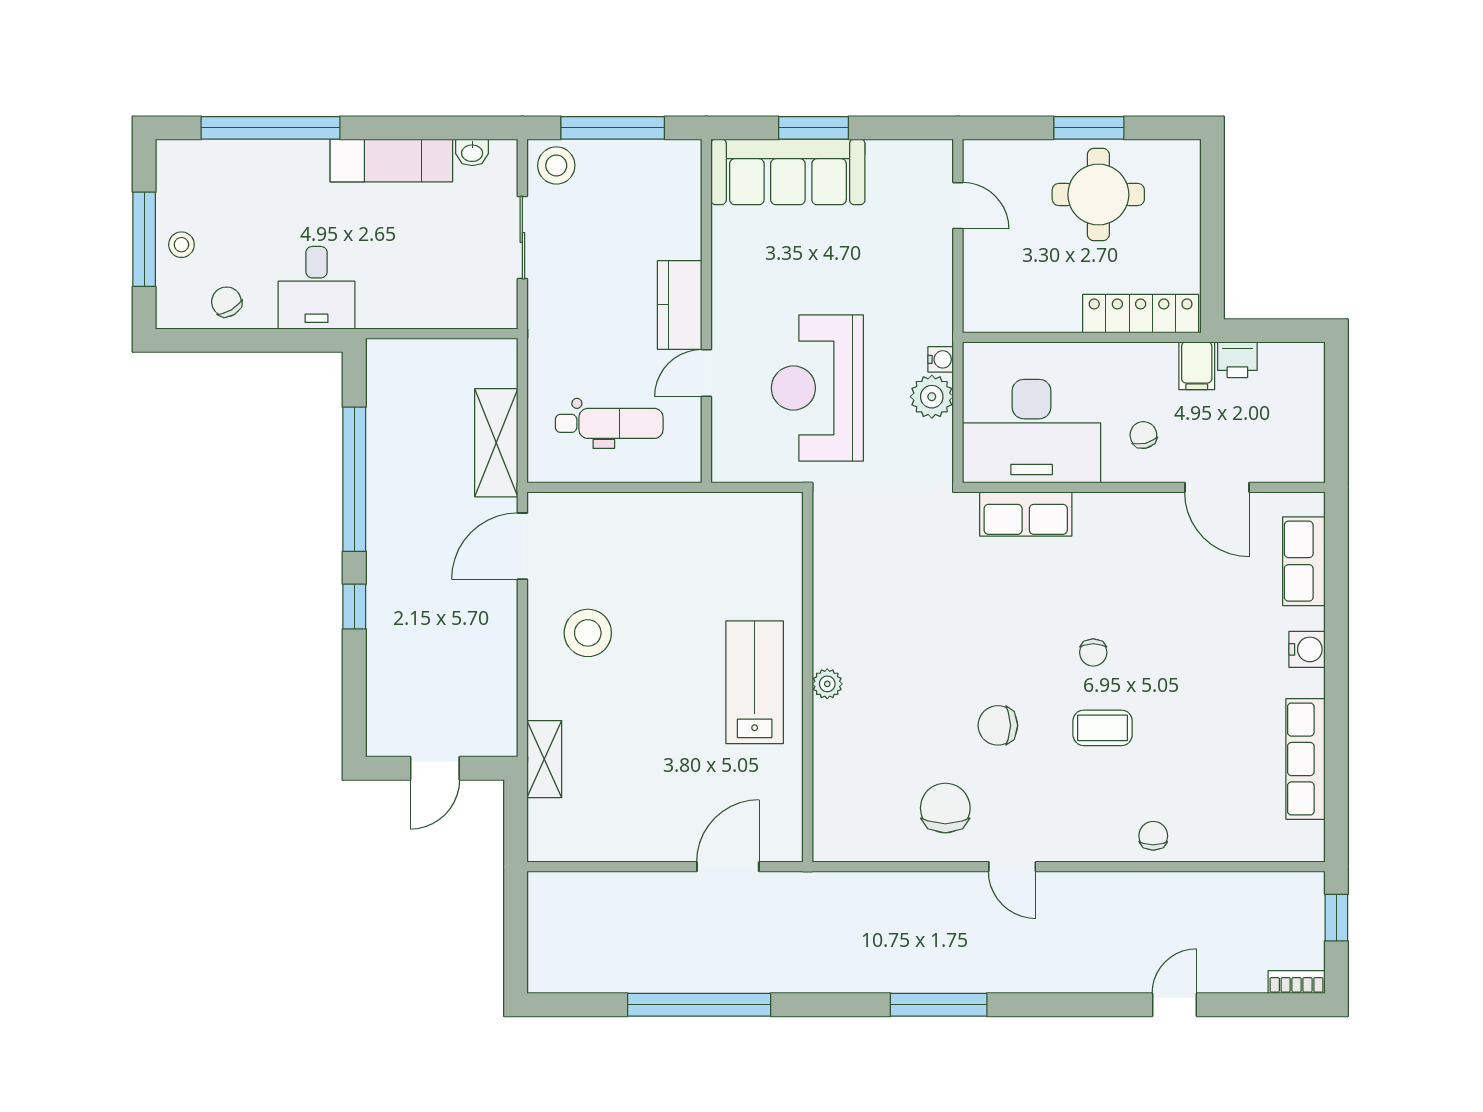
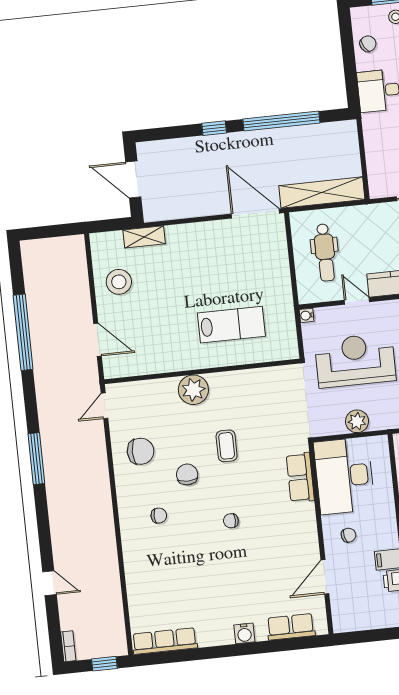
water cooler: (941, 359) -> (307, 315), moved, turned 90
shelving: (496, 443) -> (322, 193), width x1.47
door: (522, 546) -> (255, 213), width x1.36
stool: (588, 633) -> (119, 282), moved
lab bench: (755, 682) -> (231, 325), moved
plant: (827, 684) -> (193, 390), width x1.87, depth x1.87
coffee table: (1103, 728) -> (227, 446), moved
row of seats: (1305, 759) -> (165, 641), moved
door: (435, 768) -> (133, 180), width x1.37
chair: (1153, 836) -> (159, 516), moved
door: (1012, 867) -> (105, 406), moved

